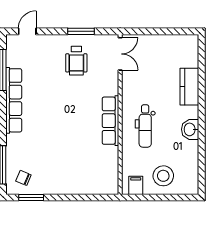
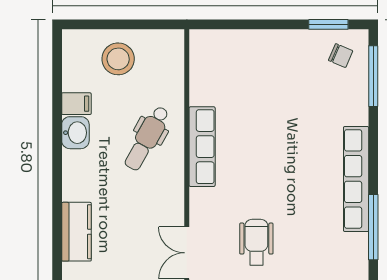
kitchen counter: (189, 87) -> (77, 232), moved
dental chair: (145, 126) -> (147, 138), turned -151
filing cabinet: (136, 185) -> (76, 104), moved, turned -90

